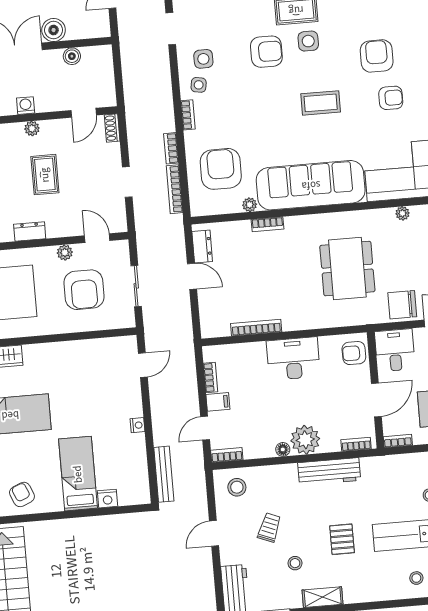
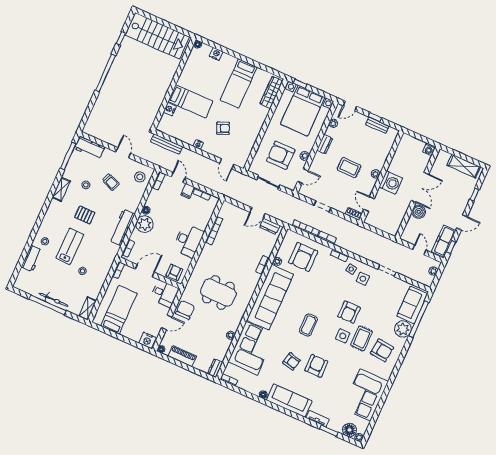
boiler: (72, 56) -> (401, 214), removed
armchair: (377, 56) -> (316, 366), turned -90
armchair: (391, 98) -> (292, 361), turned -77
washing machine: (26, 106) -> (391, 183), width x1.89, depth x1.89
armchair: (221, 169) -> (303, 257), turned 90
door: (376, 400) -> (145, 271), swing flipped
armchair: (22, 494) -> (223, 128), moved

